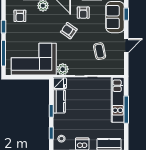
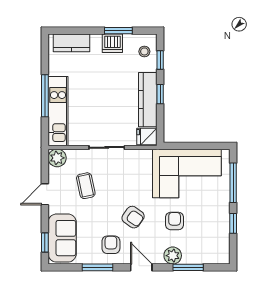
armchair: (20, 16) -> (175, 221), moved
plant: (63, 69) -> (57, 158), moved
kitchen counter: (59, 101) -> (148, 100), width x1.50

